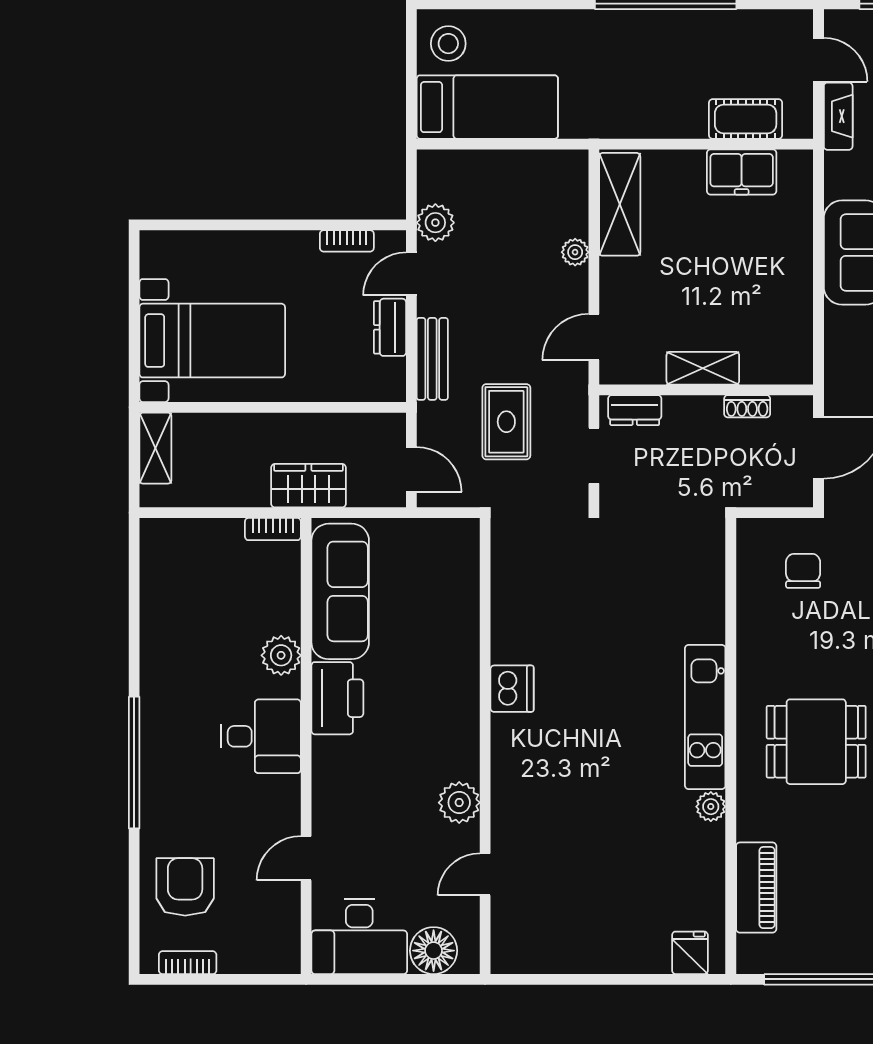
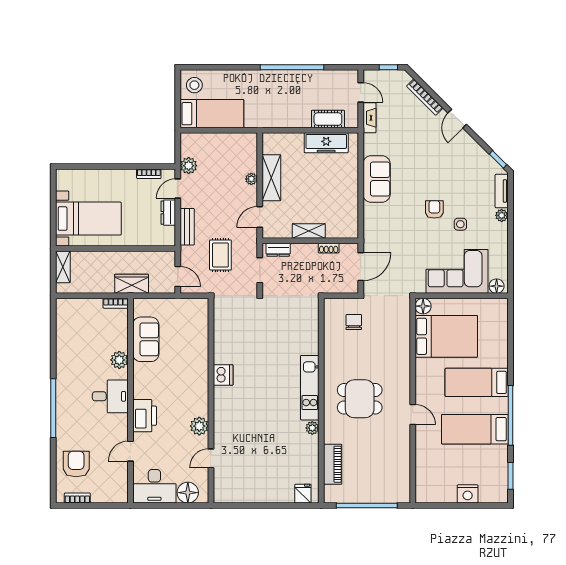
freezer: (742, 172) -> (326, 143), width x1.40
shelving: (620, 204) -> (271, 178), moved
sofa: (340, 591) -> (146, 339), width x0.73
printer: (337, 698) -> (145, 416), moved

